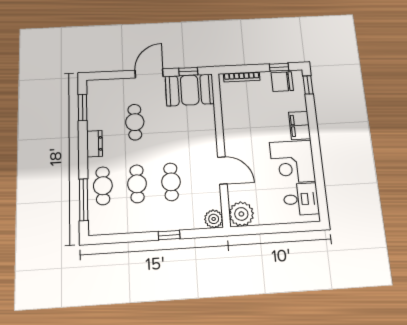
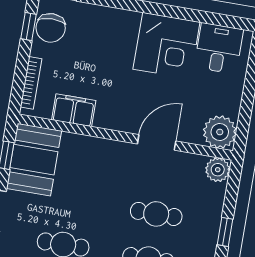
filing cabinet: (300, 126) -> (74, 110), moved, turned 180

